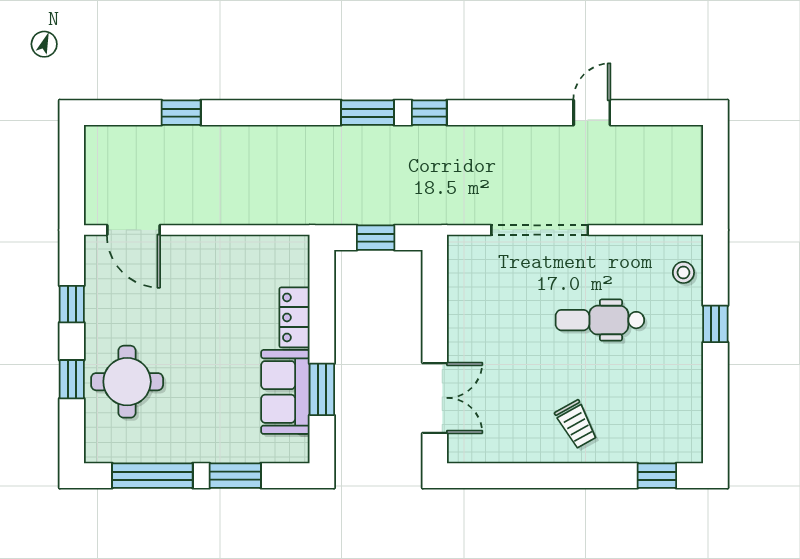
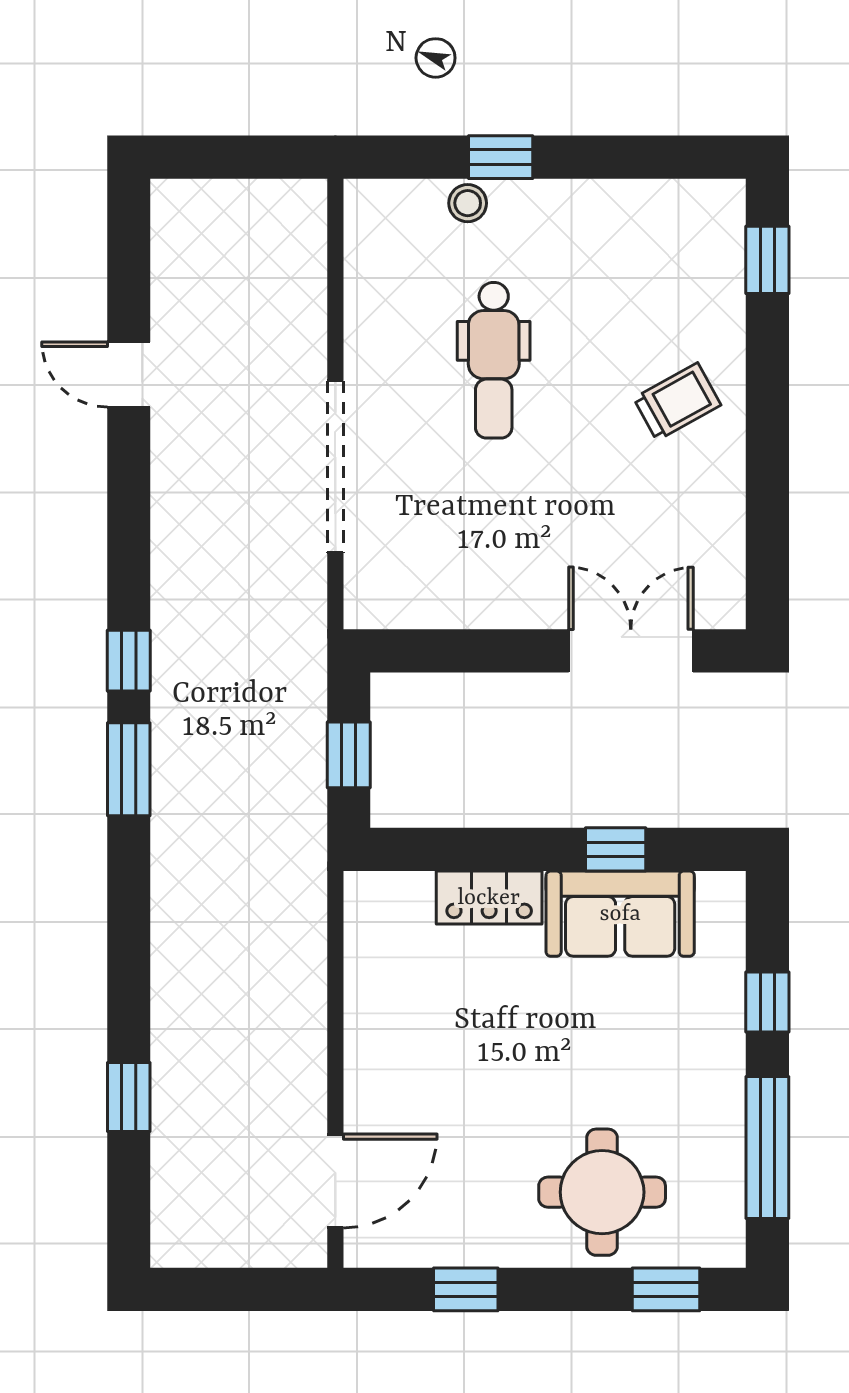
stool: (683, 272) -> (468, 203), moved
window: (72, 379) -> (666, 1289), moved
window: (322, 389) -> (616, 849), width x0.67
window: (235, 476) -> (767, 1002), width x0.67

